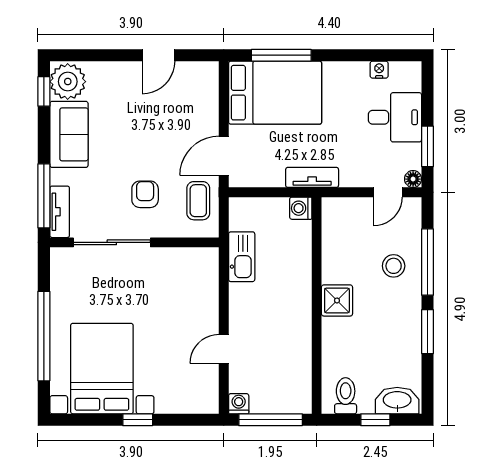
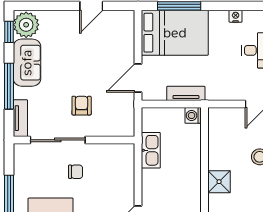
nightstand: (379, 70) -> (236, 16), moved
tv unit: (312, 177) -> (186, 93), moved
window: (44, 196) -> (9, 86), moved
coffee table: (198, 201) -> (120, 110), removed
chair: (137, 287) -> (76, 172), added

